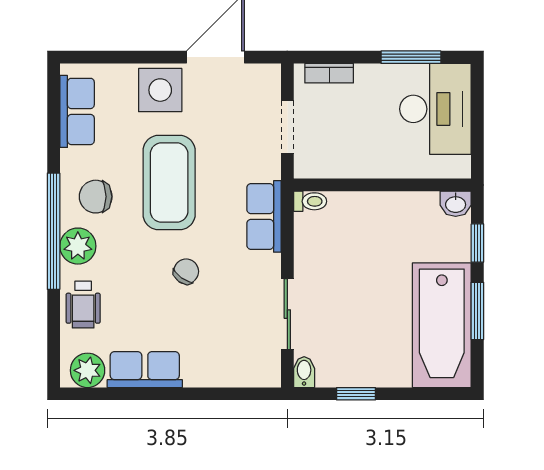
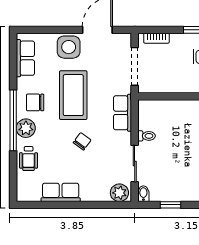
doorway: (287, 127) -> (135, 66), width x1.38
toilet: (310, 201) -> (147, 136), moved
plant: (88, 370) -> (119, 193), moved

